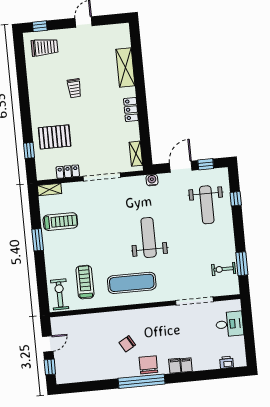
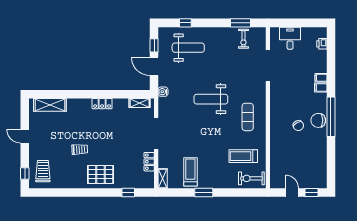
shelving: (125, 67) -> (50, 105), moved
pallet: (55, 137) -> (101, 174), moved, turned 90
exercise mat: (132, 283) -> (248, 117), width x0.73, depth x0.69
chair: (148, 365) -> (318, 120), moved

